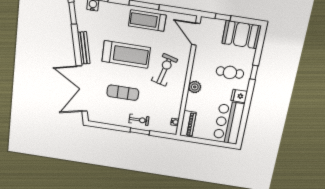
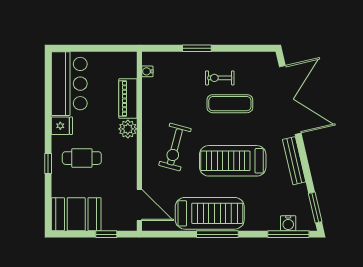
treadmill: (147, 21) -> (210, 213), width x1.37, depth x1.38
exercise bike: (139, 120) -> (220, 78), moved
piano: (188, 124) -> (128, 99), moved

